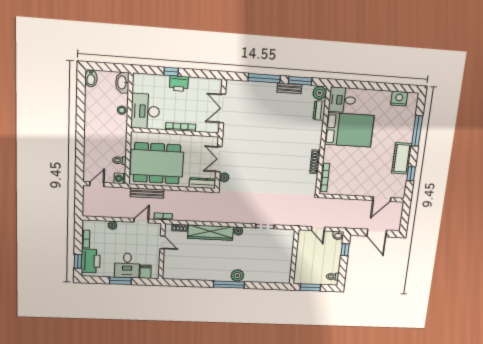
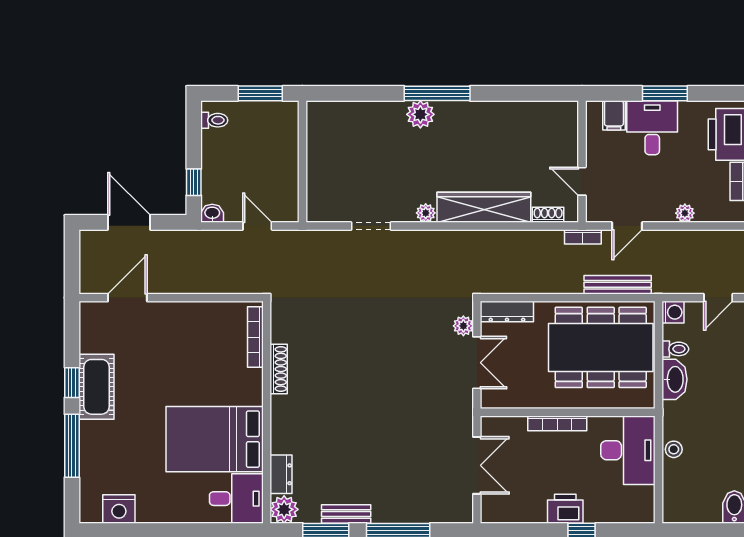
washbasin: (122, 83) -> (674, 379), moved
window: (411, 174) -> (72, 383), moved

